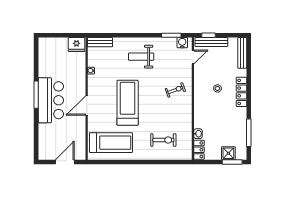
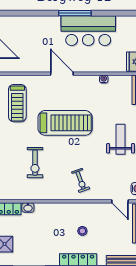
bar counter: (51, 100) -> (88, 31), moved
exercise bike: (163, 140) -> (35, 163), moved
treadmill: (111, 143) -> (17, 103), width x0.73, depth x0.73

